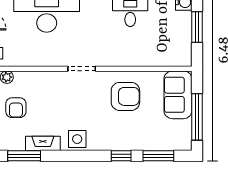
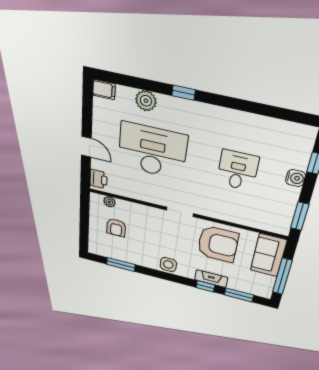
window: (197, 27) -> (300, 216), moved
armchair: (125, 96) -> (218, 244), width x1.36, depth x1.36
fireplace: (43, 143) -> (211, 279), moved

